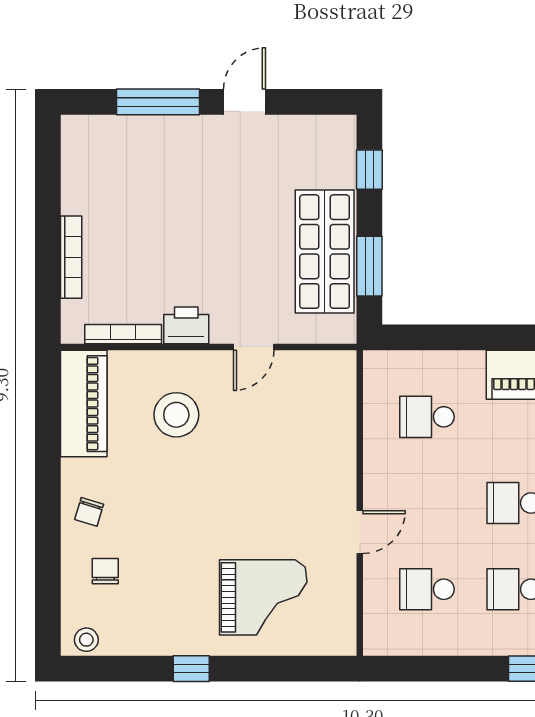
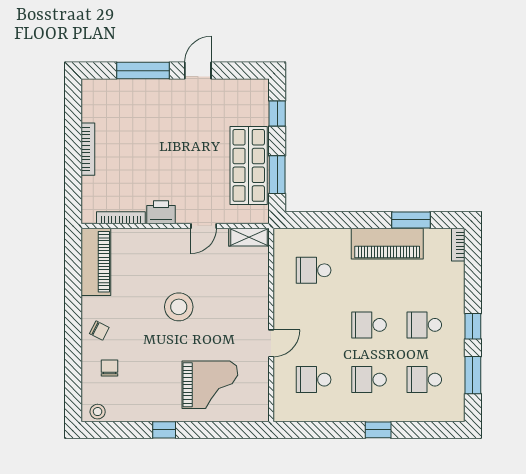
bookcase: (71, 257) -> (88, 149), moved
shelving: (325, 364) -> (249, 237), added
stool: (176, 415) -> (179, 307), moved
chair: (89, 512) -> (99, 331), turned -80

